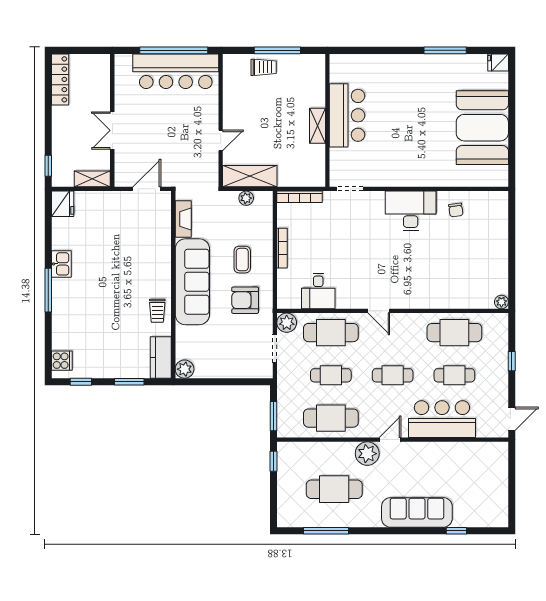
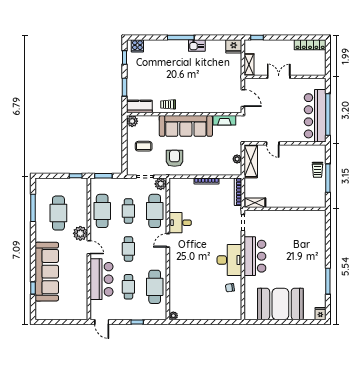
bar counter: (347, 115) -> (255, 256), moved, turned -90
shelving: (317, 126) -> (255, 203), moved
coffee table: (242, 260) -> (144, 146), moved
desk: (318, 291) -> (180, 223), moved
sofa: (417, 512) -> (47, 272), width x1.36, depth x1.27

